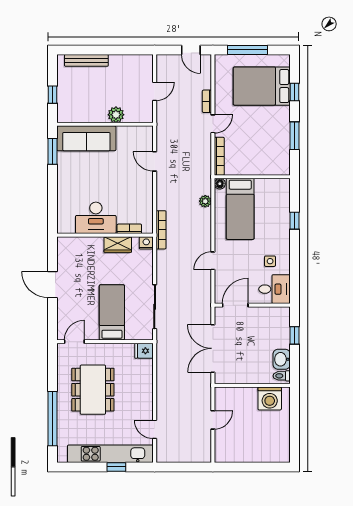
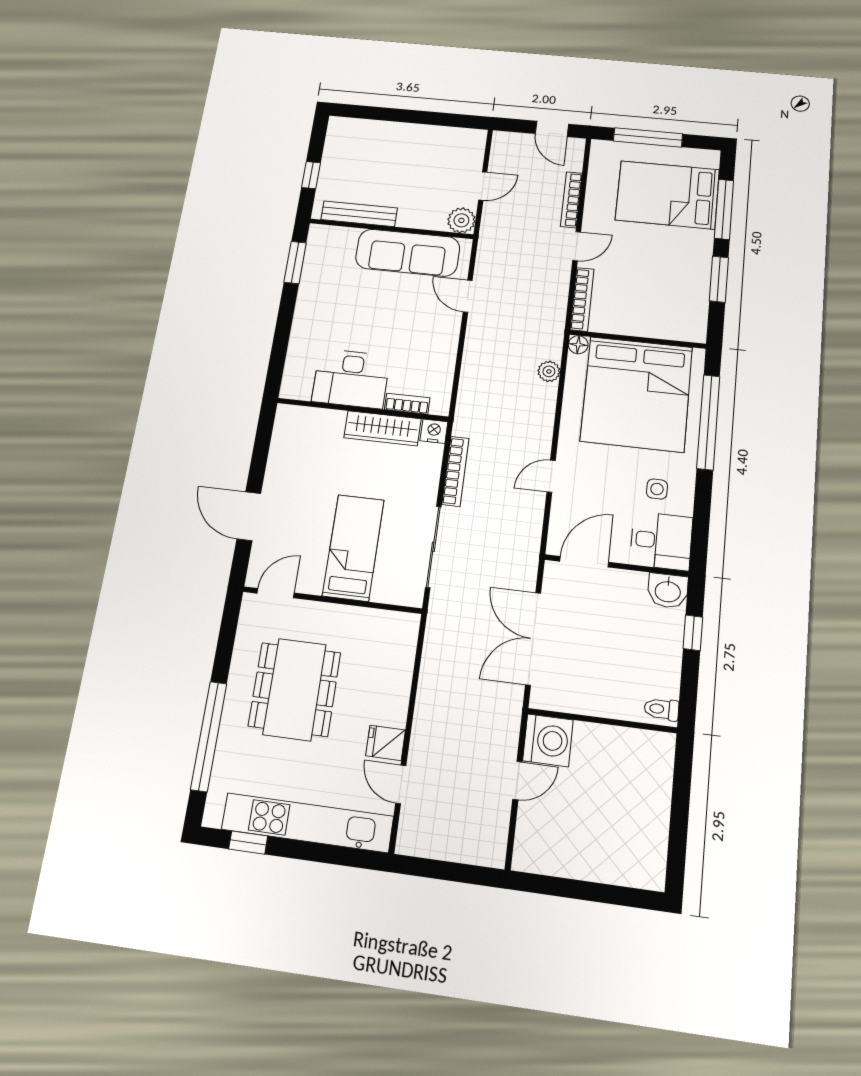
bench: (86, 60) -> (359, 214), moved
window: (295, 92) -> (724, 209), width x2.17
bookcase: (207, 101) -> (571, 200), width x1.56
plant: (116, 115) -> (461, 220), moved
sofa: (86, 138) -> (408, 253), moved
bed: (240, 209) -> (637, 394), width x2.04
window: (295, 221) -> (708, 422), width x3.17
bookcase: (161, 230) -> (455, 471), moved
wardrobe: (118, 244) -> (382, 428), width x1.50
door: (53, 285) -> (249, 516), moved
fridge: (144, 351) -> (386, 743), moved
washbasin: (282, 359) -> (668, 591), moved, turned -90
washing machine: (270, 398) -> (548, 740), moved, turned -90
window: (116, 467) -> (248, 843), moved

